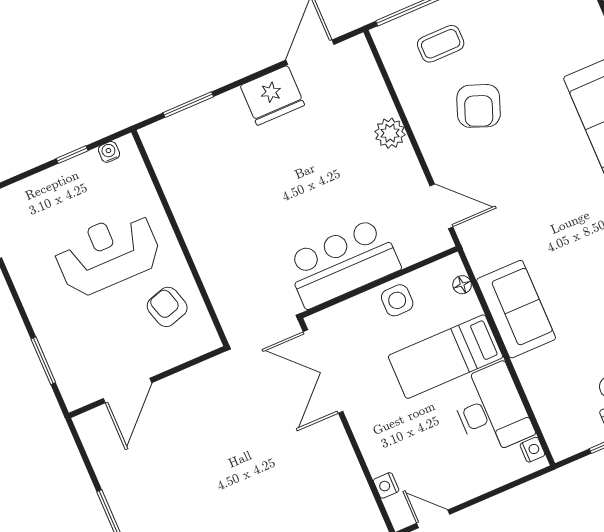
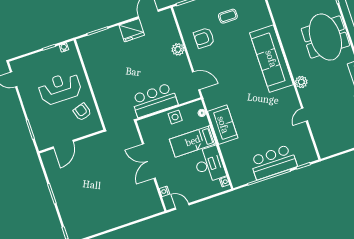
coffee table: (441, 44) -> (228, 16), moved
armchair: (479, 106) -> (204, 38), moved, turned 69
double door: (323, 372) -> (149, 161), moved

